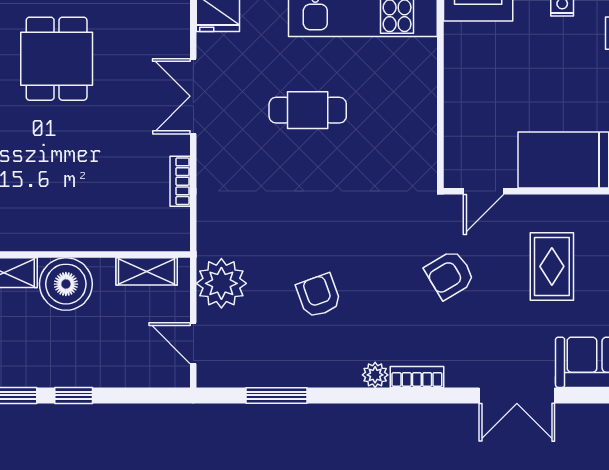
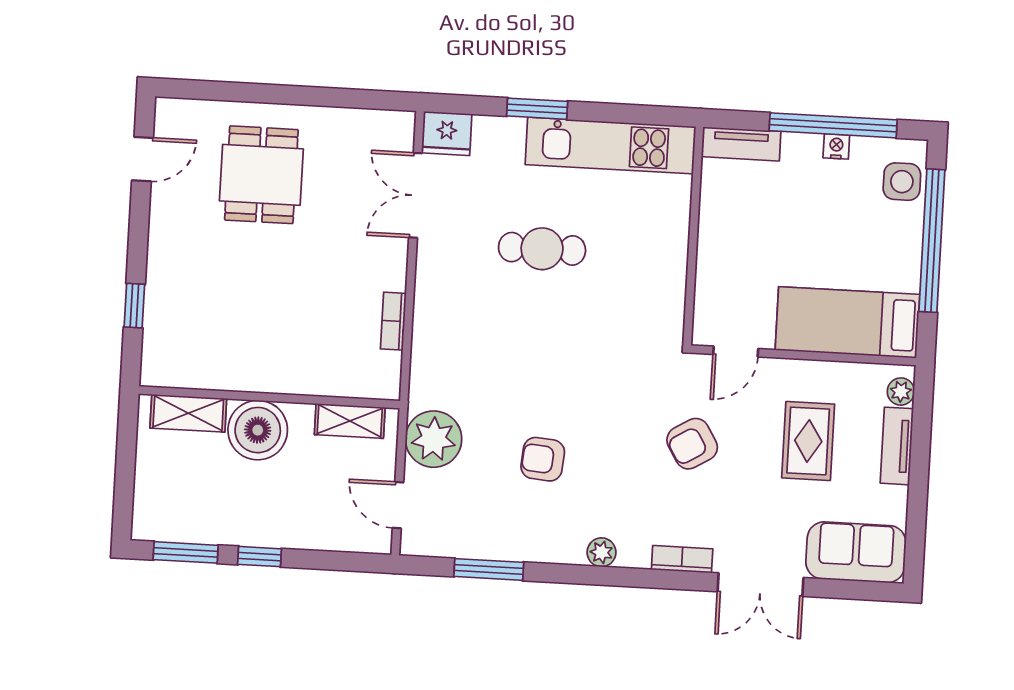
double door: (193, 96) -> (415, 195), moved
armchair: (319, 296) -> (543, 459), turned -65
bookcase: (417, 377) -> (682, 559), moved

